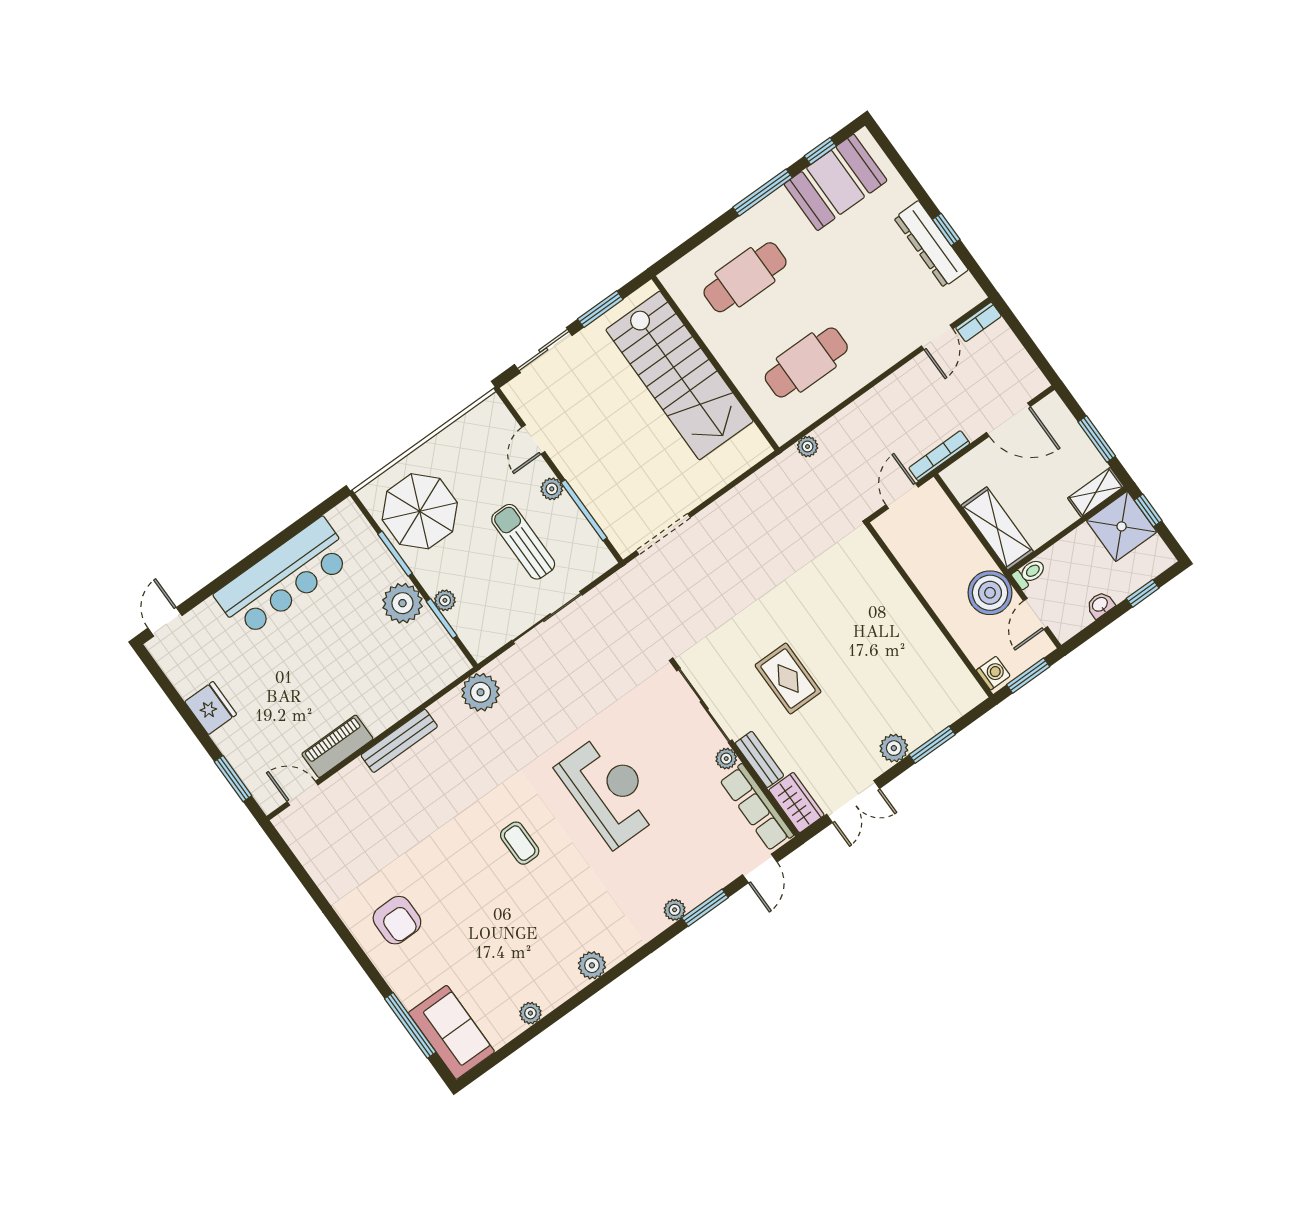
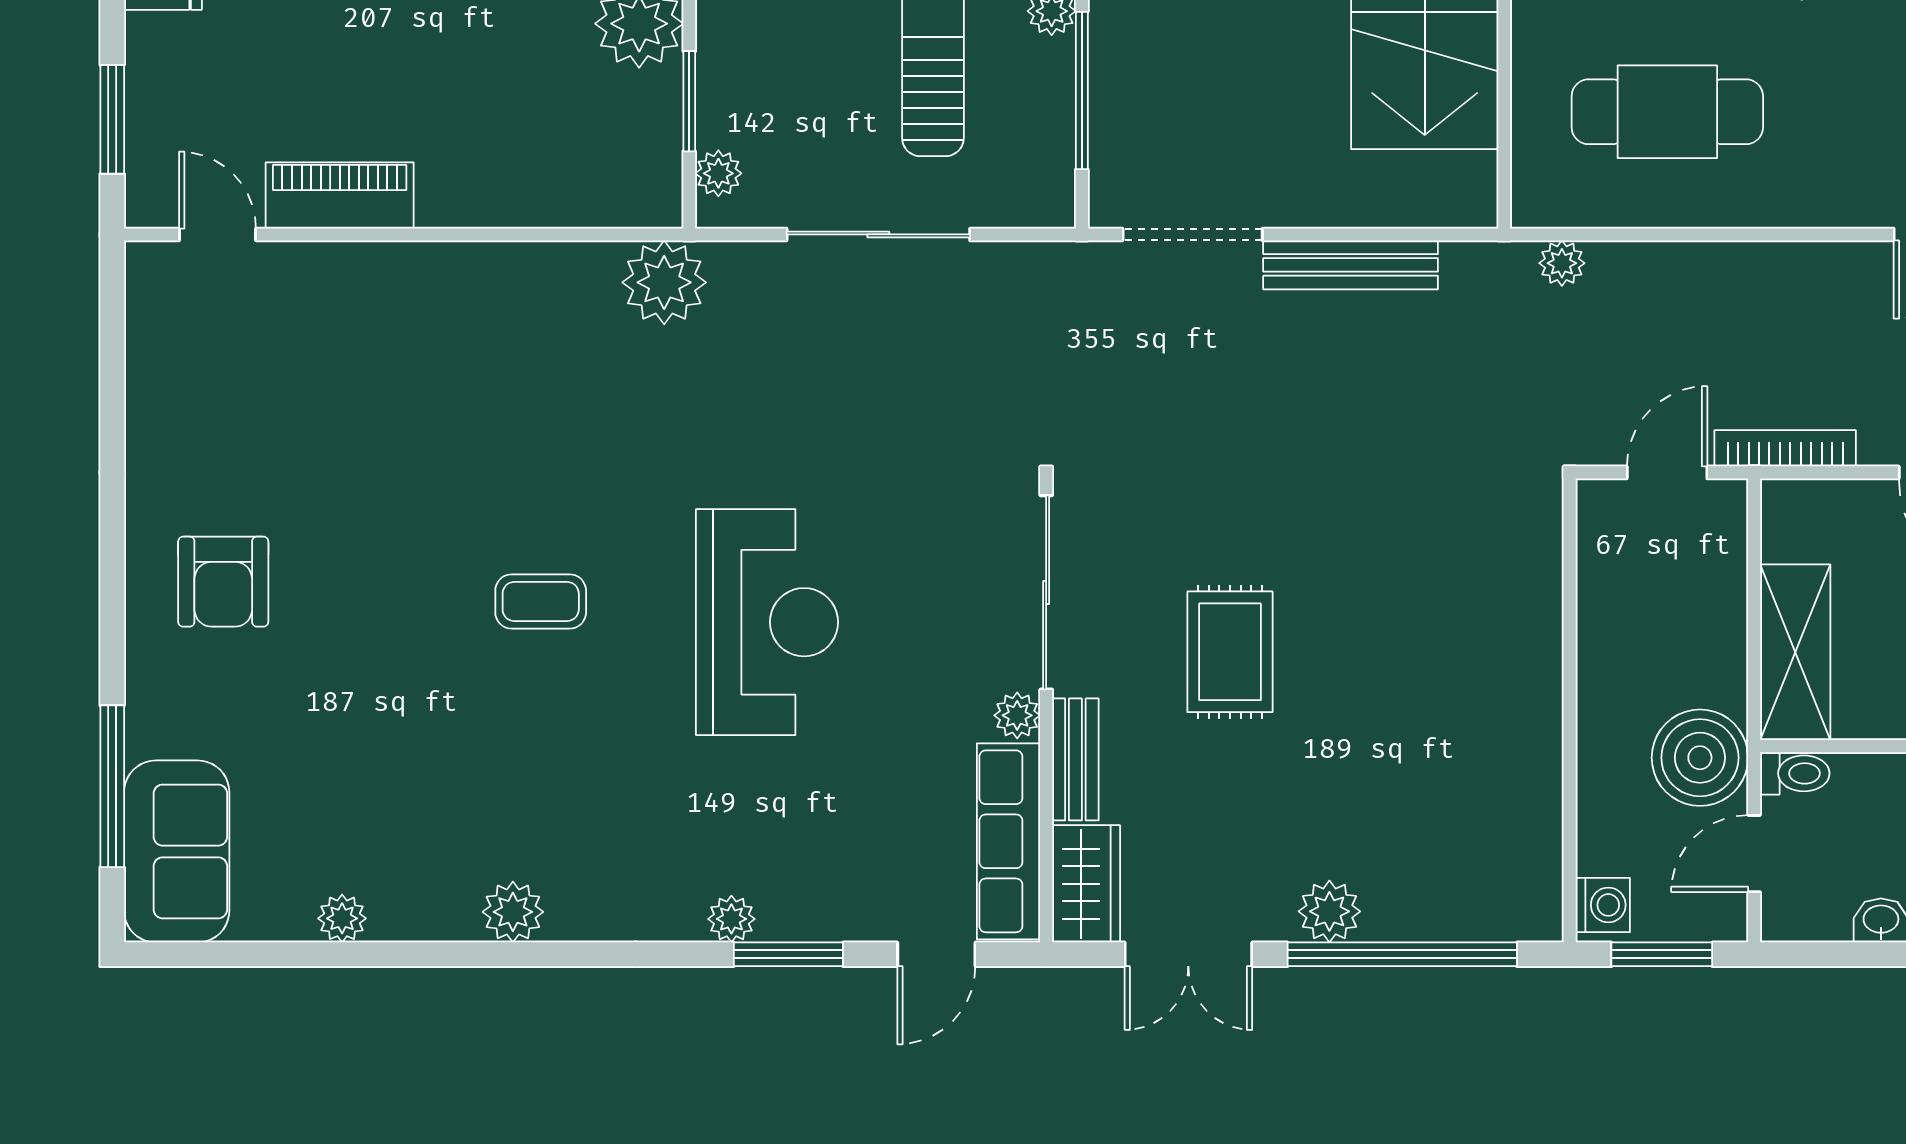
plant: (445, 600) -> (718, 173), moved
bench: (399, 741) -> (1351, 265), moved
window: (932, 745) -> (1402, 954), width x2.11
coffee table: (520, 843) -> (541, 601), turned 90

